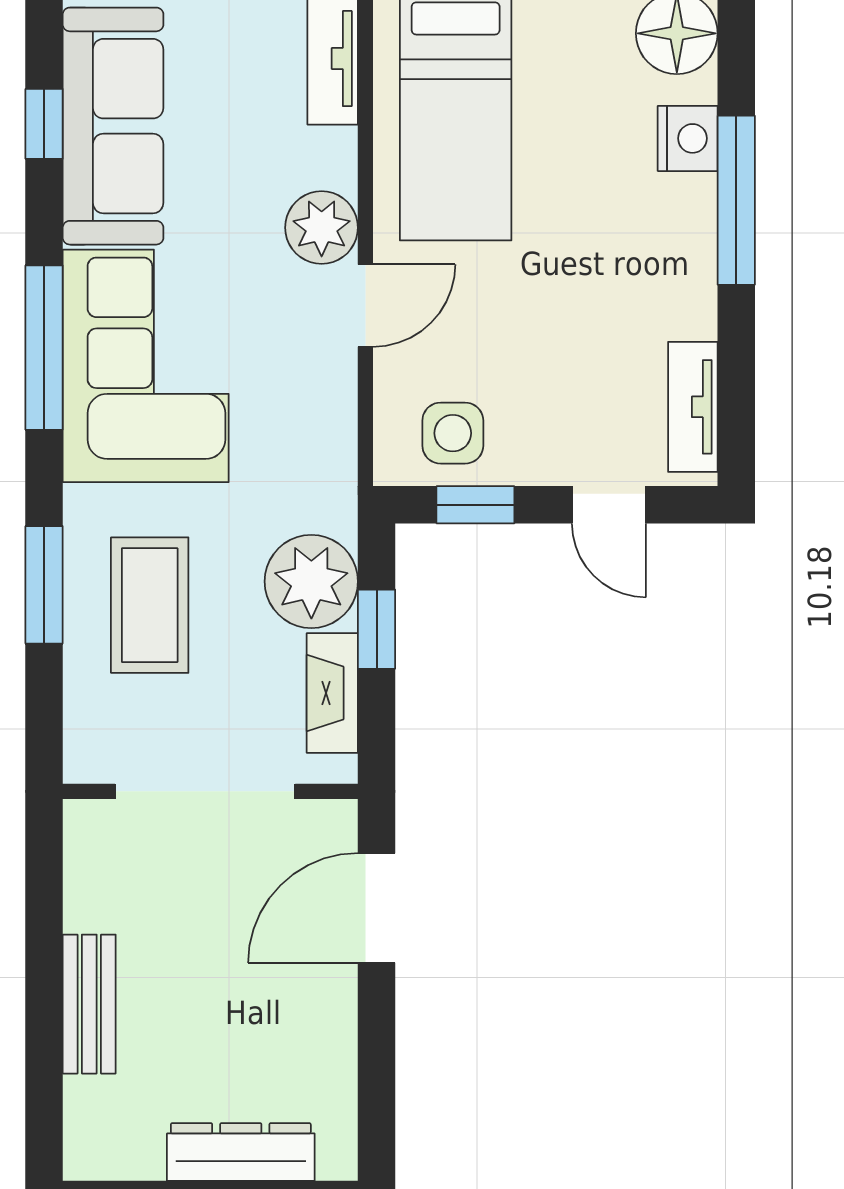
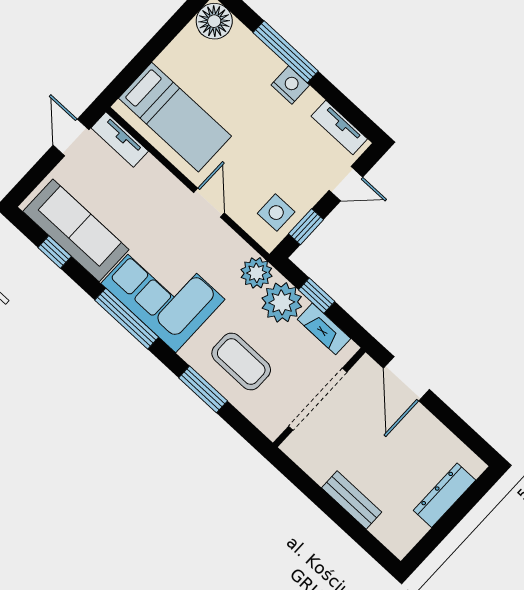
nightstand: (688, 138) -> (290, 85), moved
plant: (322, 228) -> (256, 273), moved

